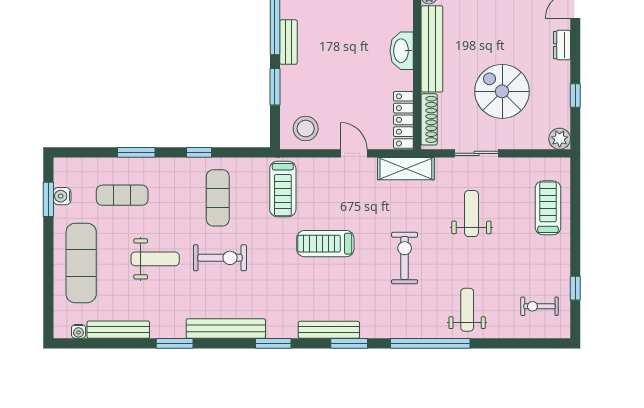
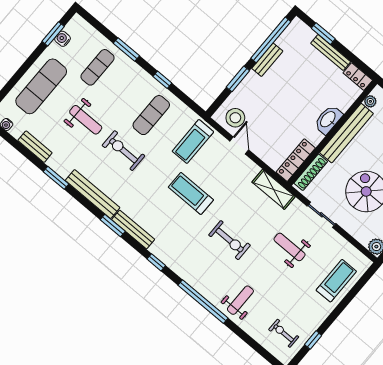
door: (354, 153) -> (239, 146), moved
exercise mat: (122, 195) -> (98, 67), turned 90
weight bench: (471, 214) -> (290, 247), turned -90
exercise bike: (220, 258) -> (123, 151), turned 180
exercise bike: (405, 258) -> (230, 240), turned 90
bench: (118, 330) -> (35, 147), width x0.73
bench: (329, 330) -> (133, 230), moved
window: (349, 343) -> (156, 262), width x0.67

